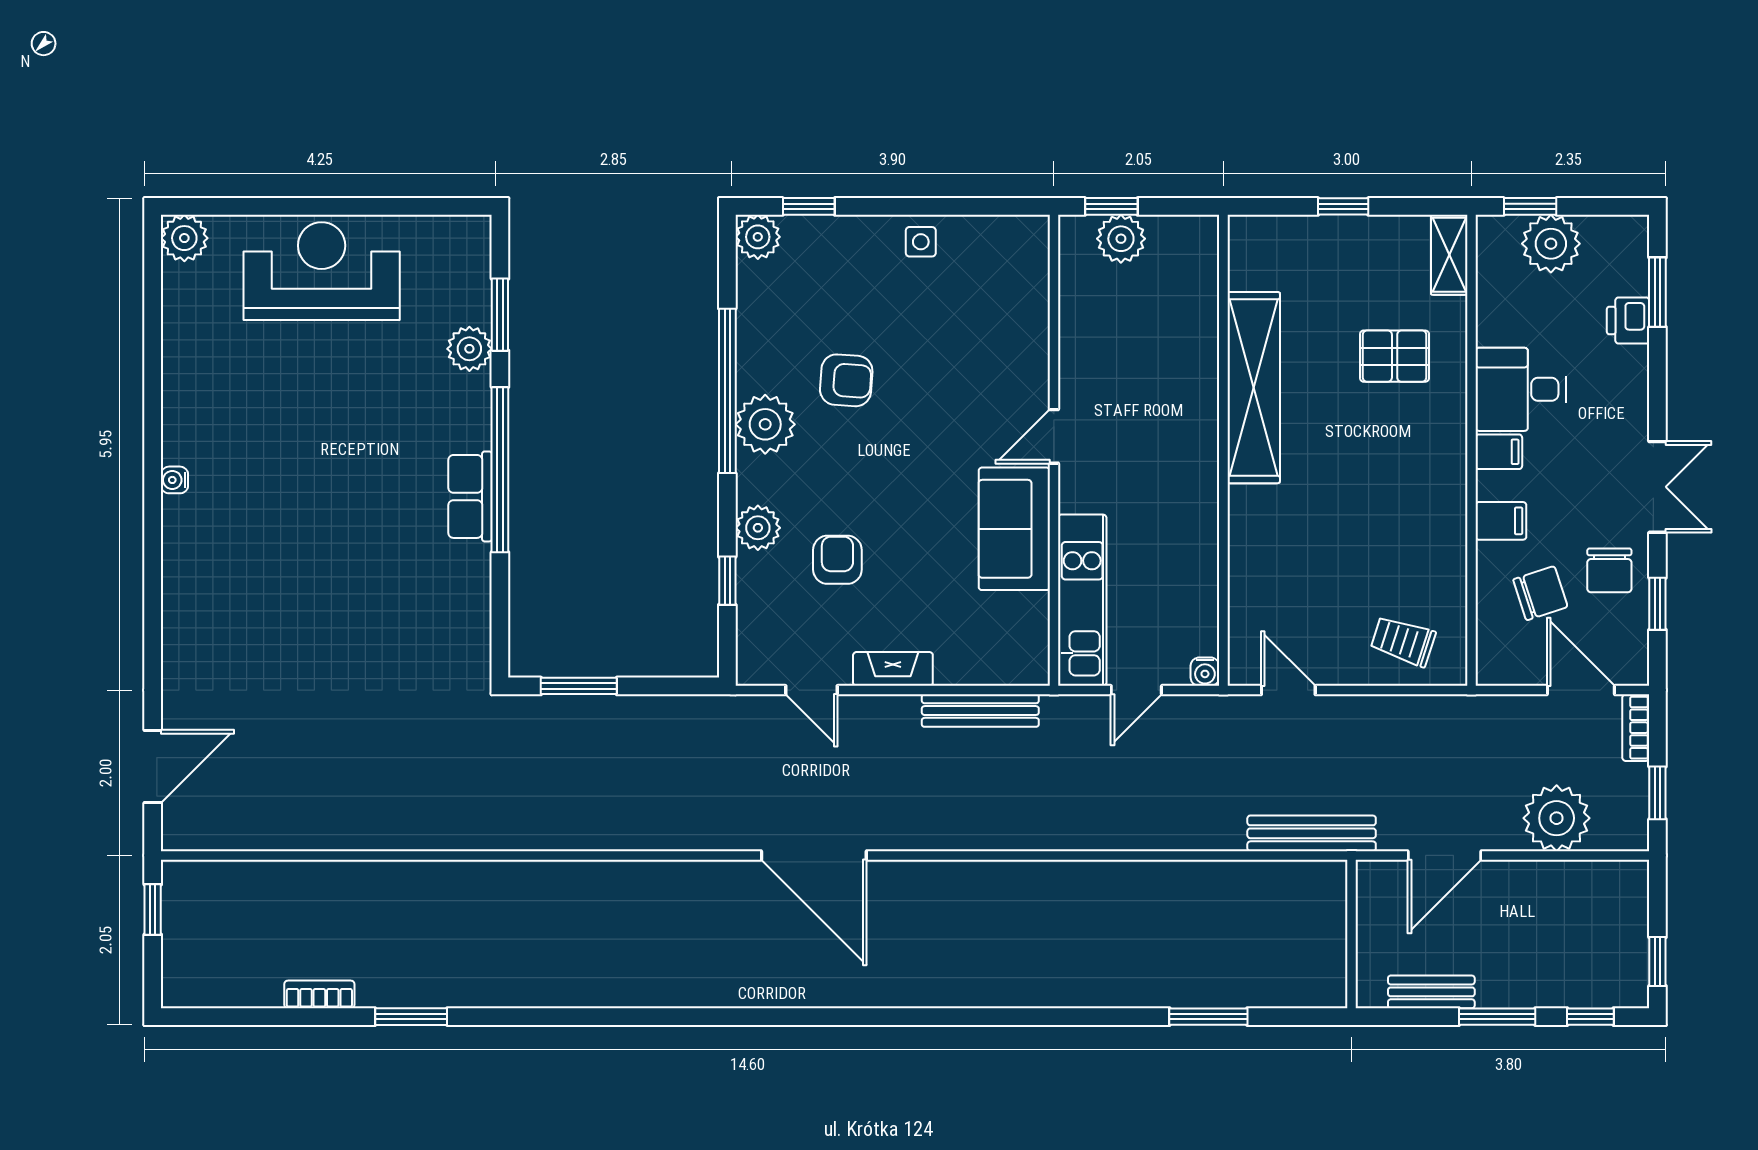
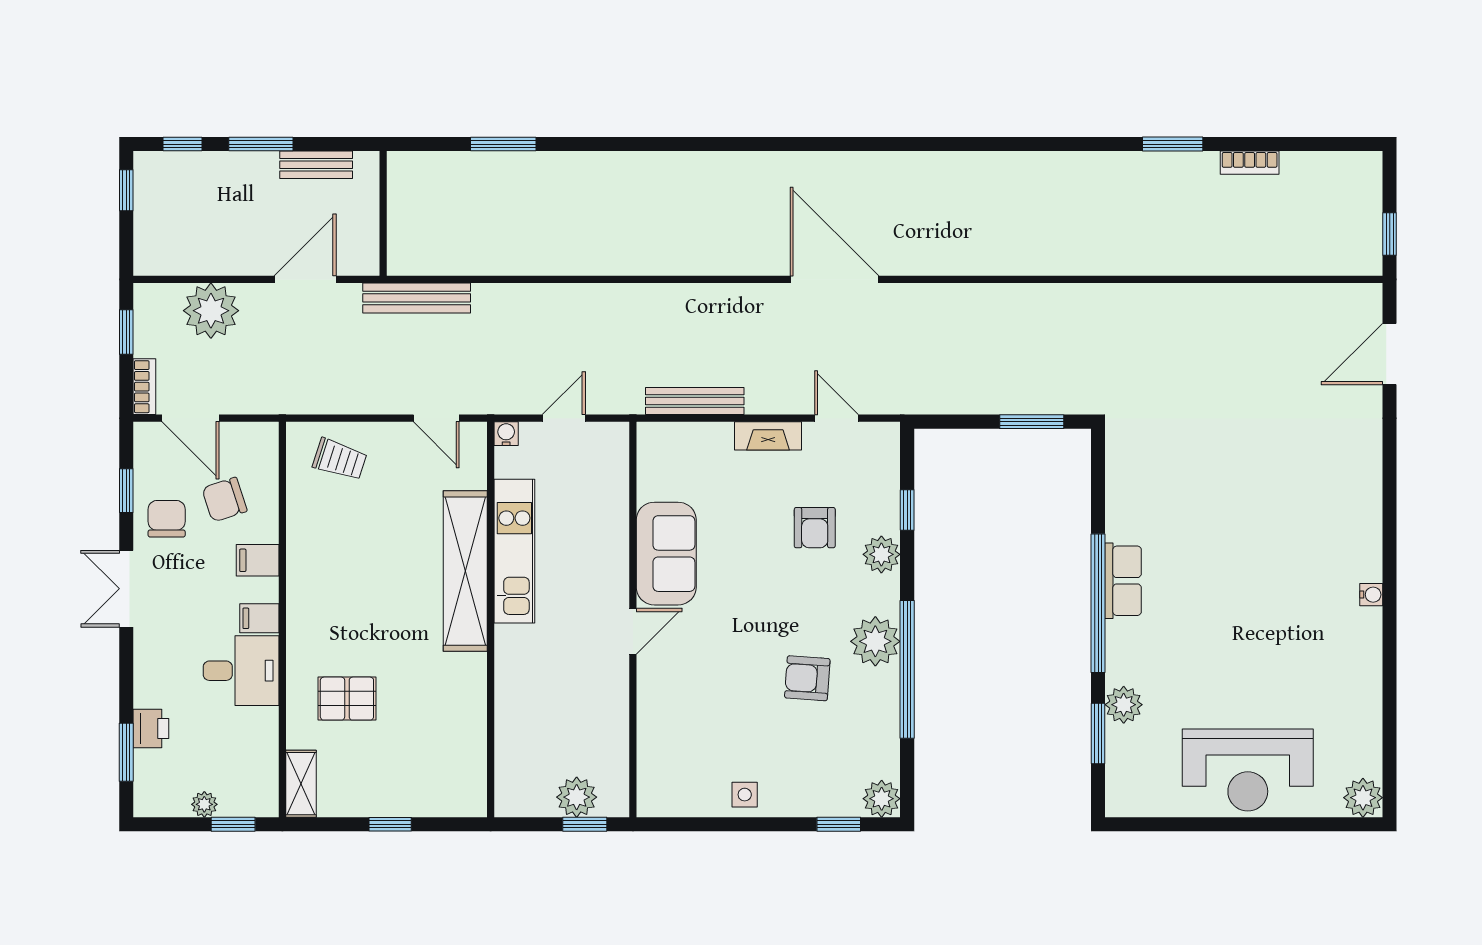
plant: (1551, 244) -> (204, 804), width x0.53, depth x0.53
shelving: (1254, 388) -> (465, 571), moved
kitchen unit: (1082, 600) -> (514, 551), moved, turned 180

